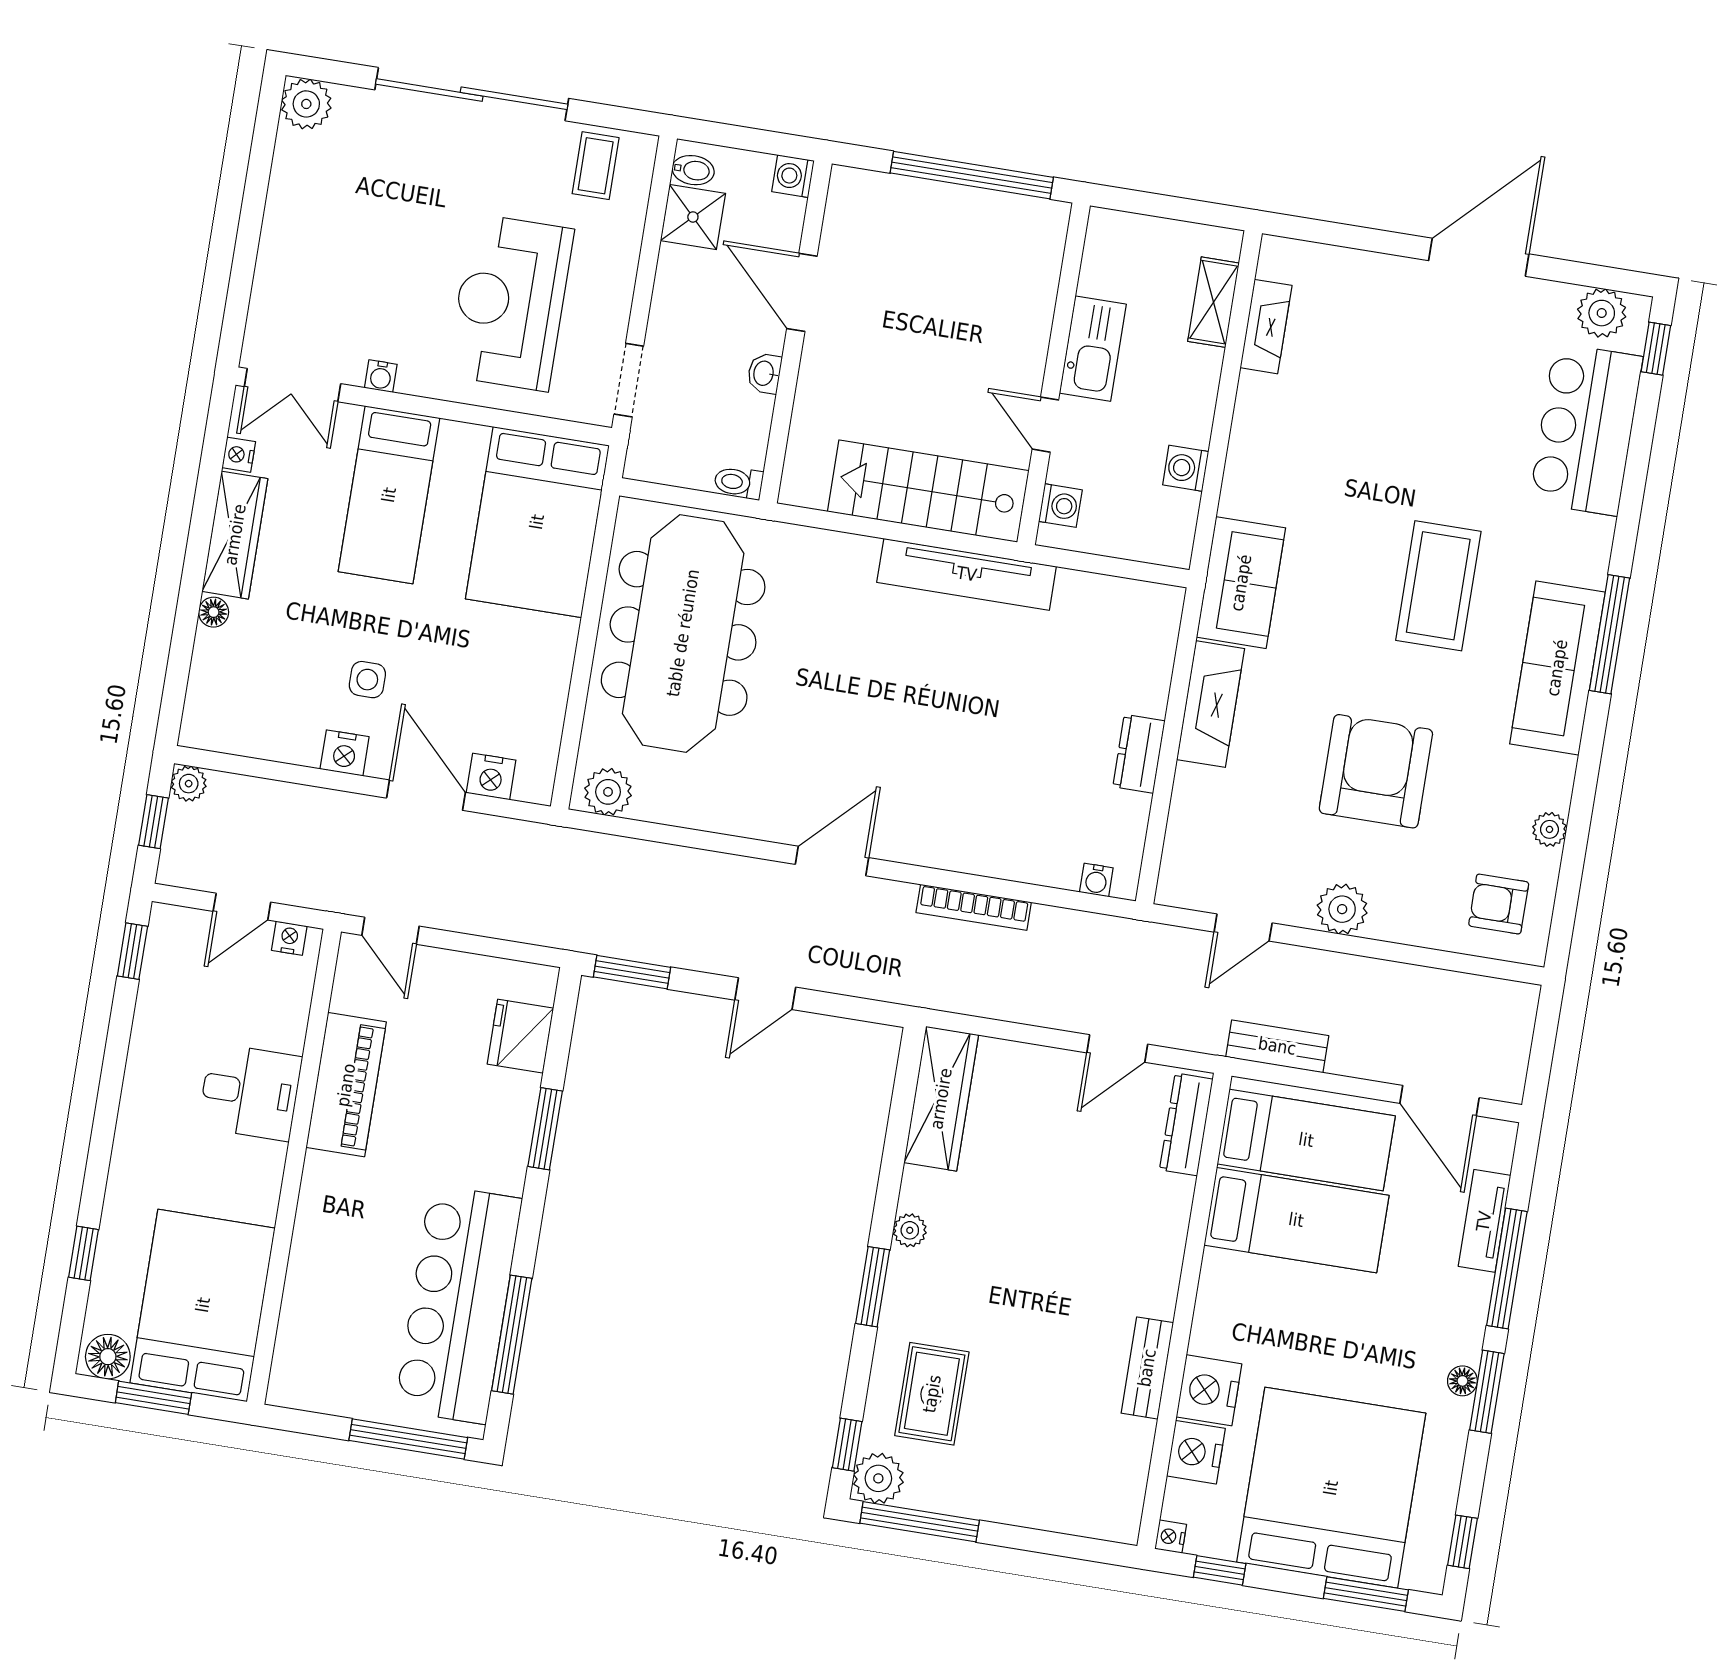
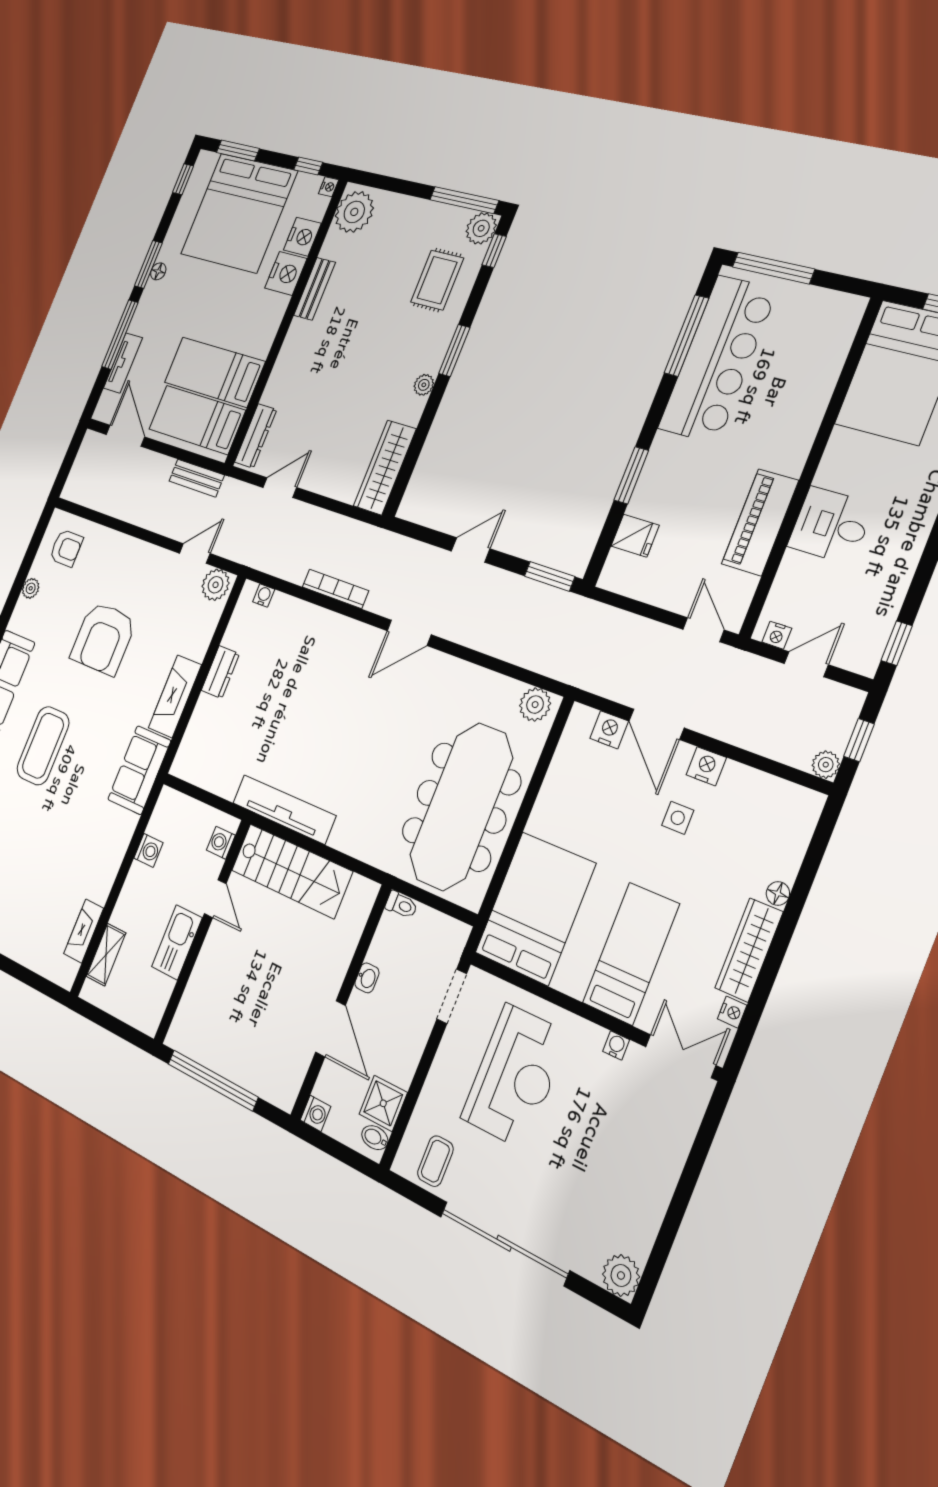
plant: (1342, 909) -> (216, 585), moved
fridge: (520, 1036) -> (635, 536), width x0.72
plant: (1111, 1496) -> (354, 212), added

